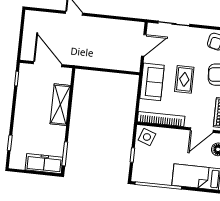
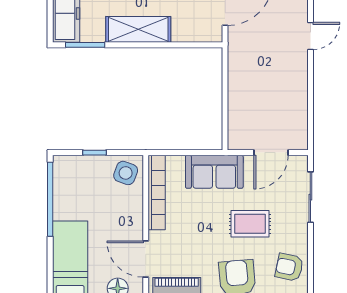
door: (144, 45) -> (271, 153), hinge flipped
rug: (184, 79) -> (250, 224), moved
shelving: (60, 105) -> (138, 29), moved

